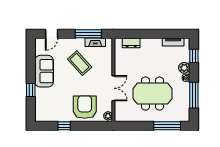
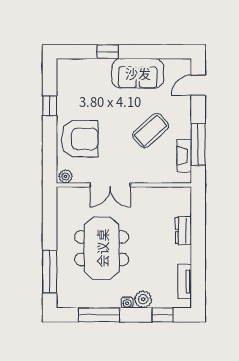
door: (52, 34) -> (198, 85), hinge flipped
dresser: (131, 43) -> (183, 230), moved

